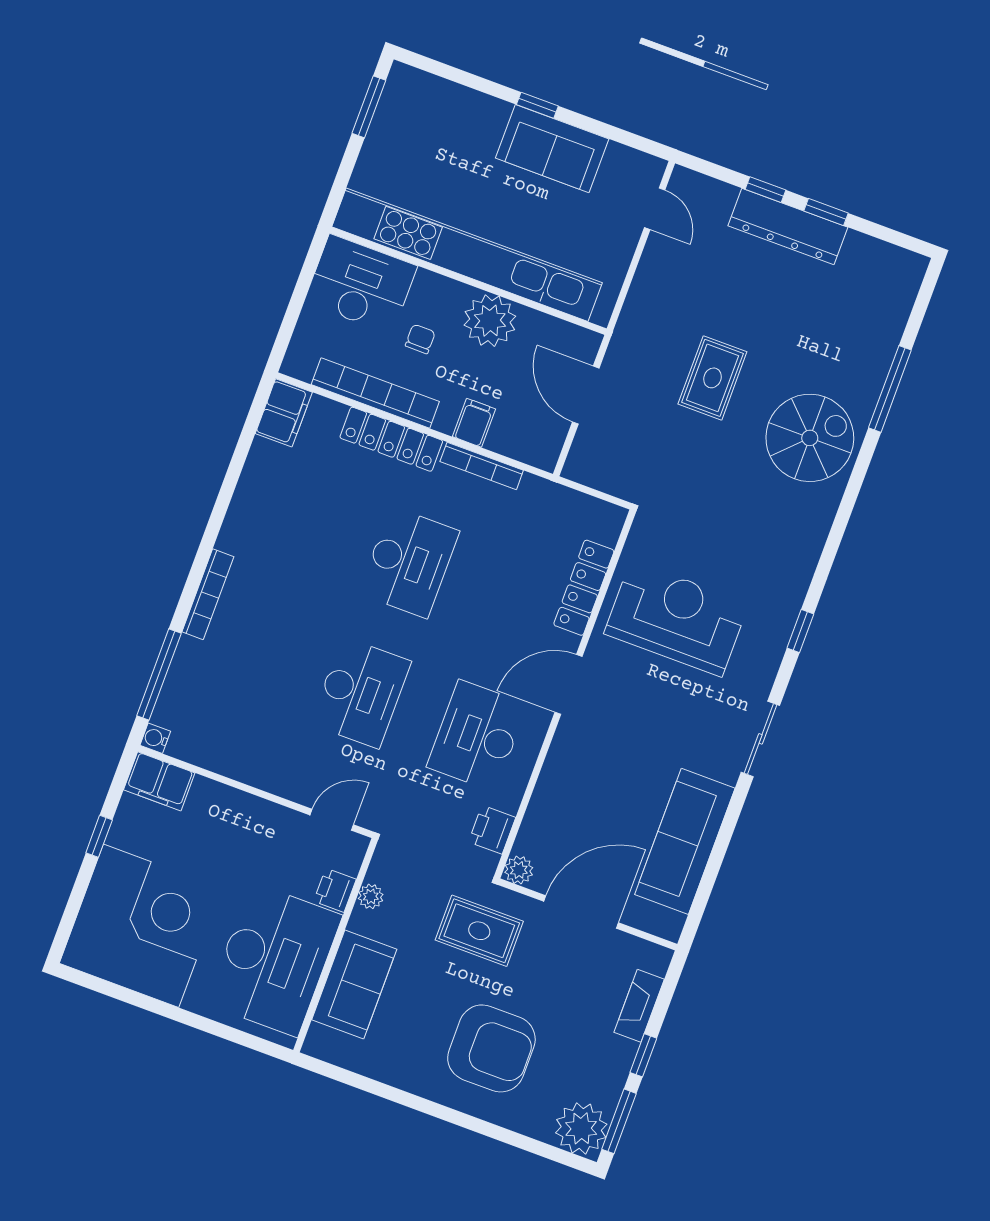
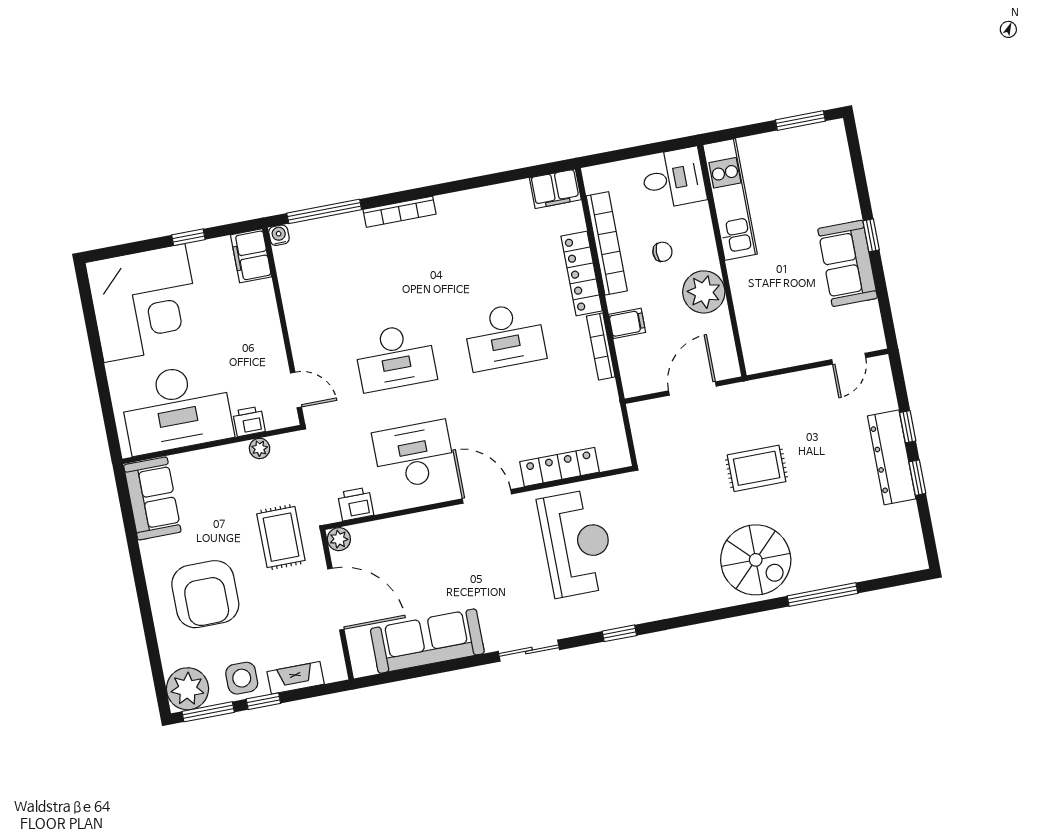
kitchen unit: (467, 255) -> (730, 199), width x0.54
desk: (361, 284) -> (673, 178), width x0.73
sofa: (354, 984) -> (152, 498), moved, turned -90
side table: (605, 1064) -> (242, 678), added

